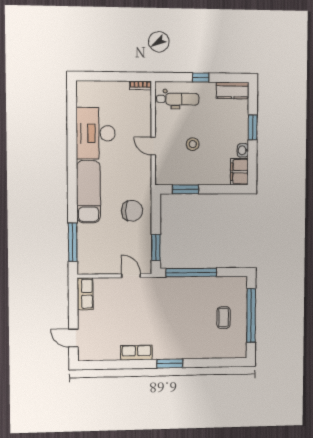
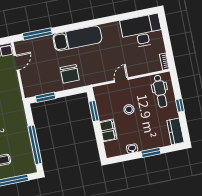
desk: (96, 133) -> (142, 31), moved
filing cabinet: (239, 172) -> (108, 130), moved, turned 90
window: (191, 273) -> (35, 145), moved
door: (131, 276) -> (16, 63), moved

